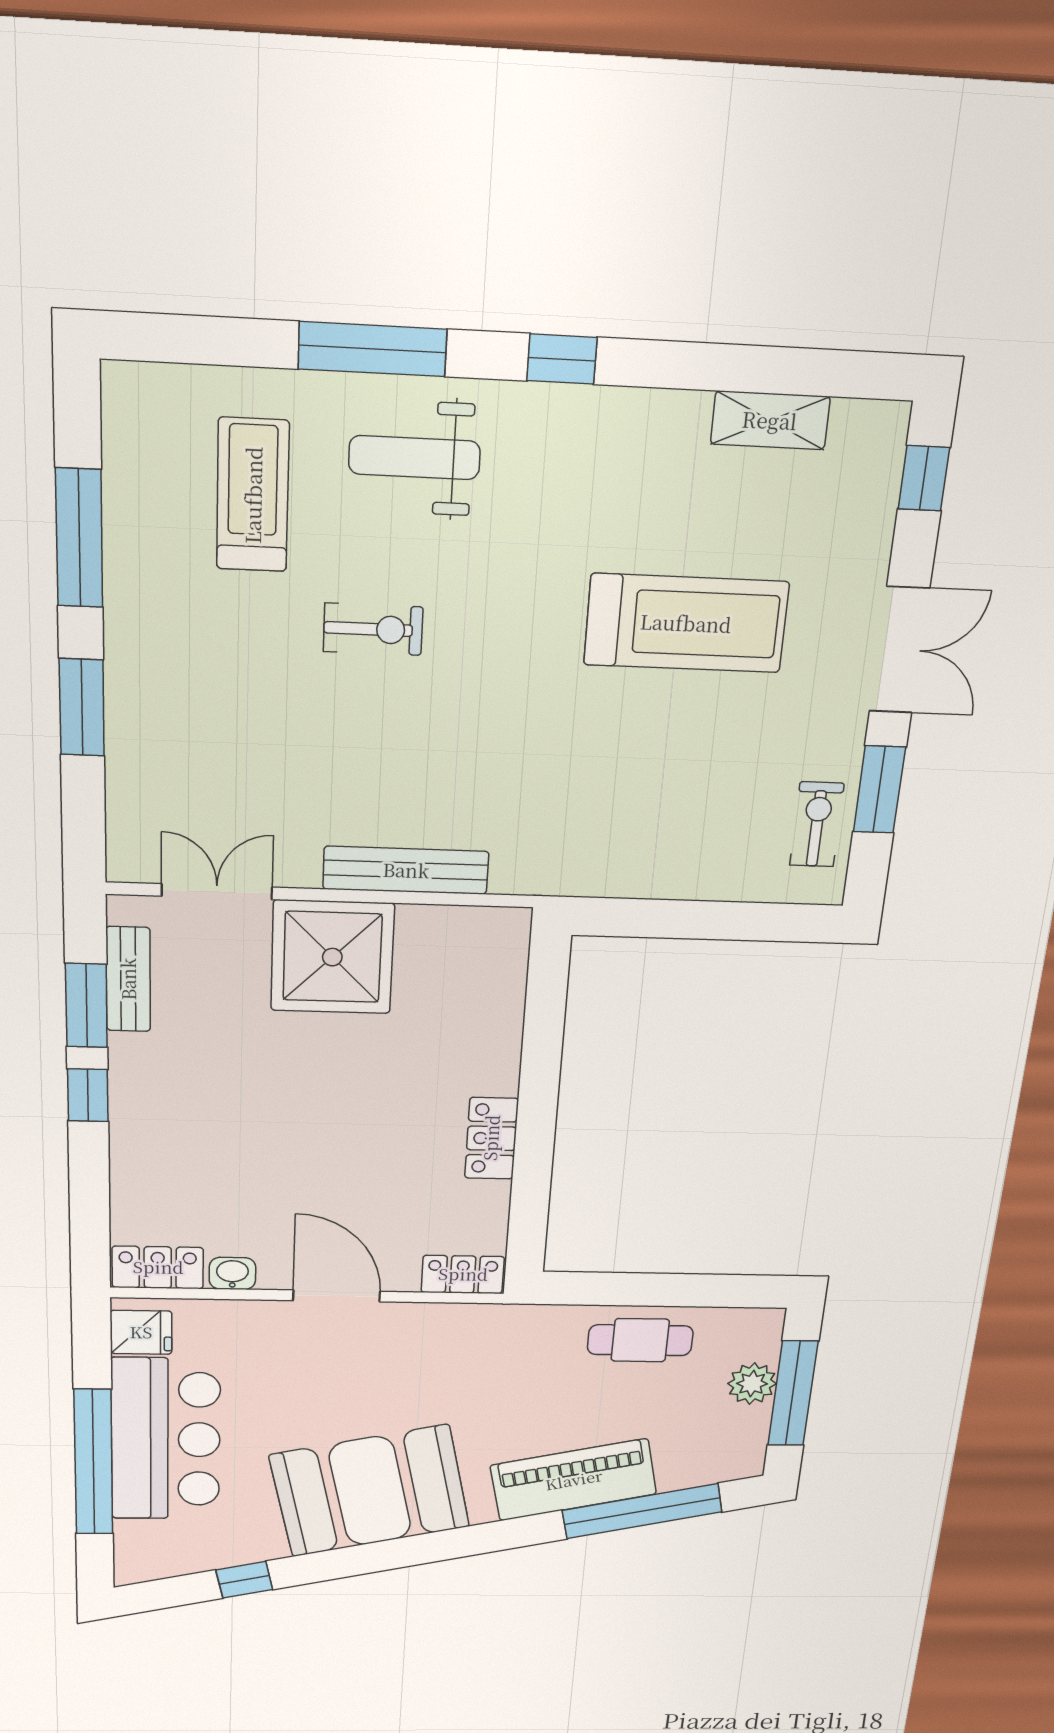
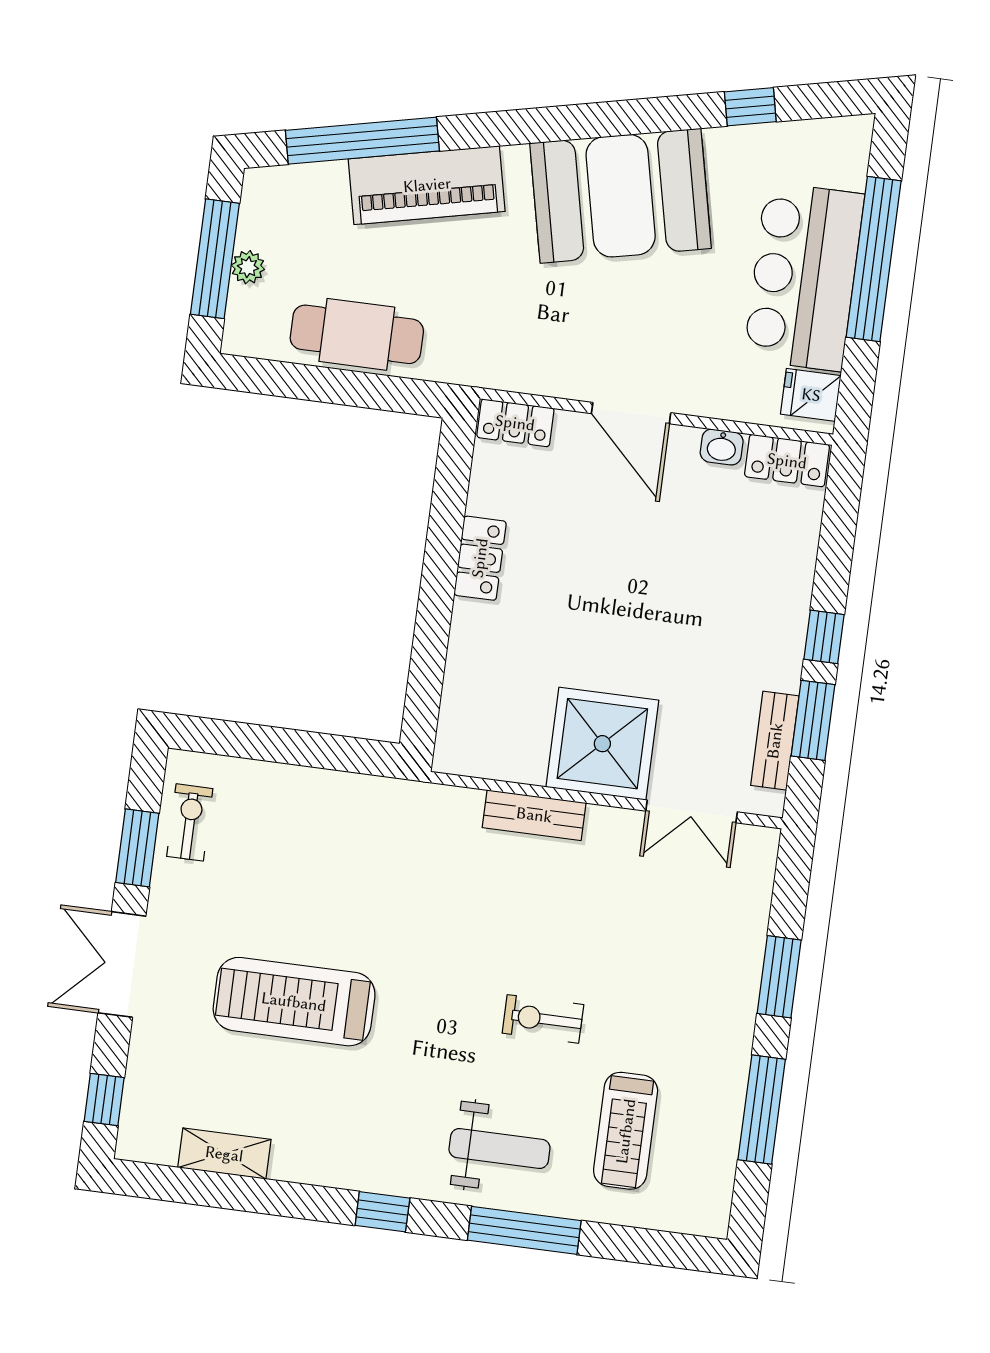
exercise bike: (817, 824) -> (190, 822), turned 180
bench: (406, 870) -> (534, 815), width x0.73
cafe table: (640, 1340) -> (357, 334), width x1.37, depth x1.35
plant: (752, 1384) -> (248, 267), width x0.73, depth x0.73

